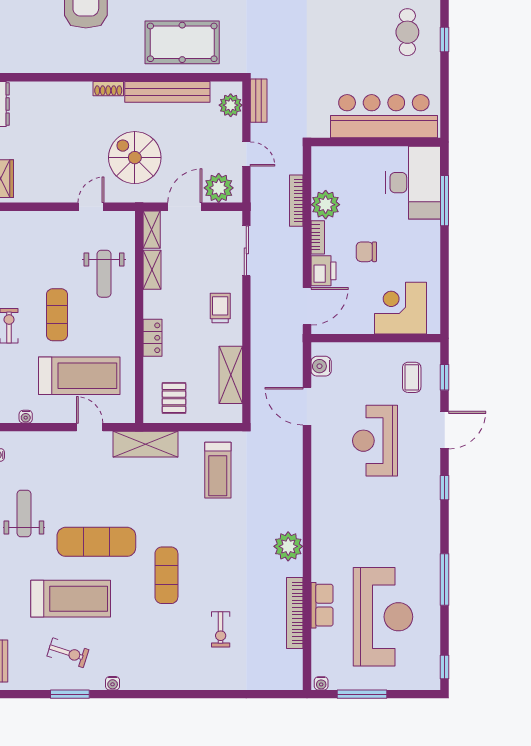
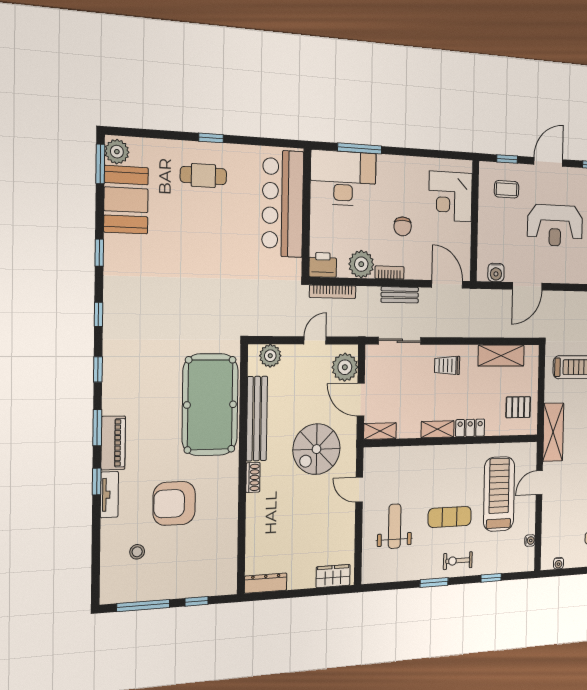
pool table: (182, 42) -> (210, 405), width x1.36, depth x1.32
bench: (259, 101) -> (400, 295), moved
bookcase: (296, 201) -> (333, 292), moved
shelving: (152, 270) -> (438, 429), moved
printer: (324, 271) -> (323, 265), moved
weight bench: (104, 274) -> (395, 526), moved, turned -90
door: (445, 430) -> (548, 162), hinge flipped

